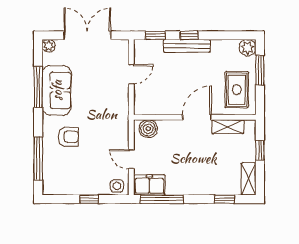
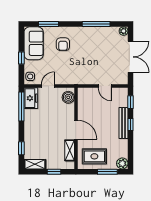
sofa: (57, 90) -> (34, 43), moved, turned -90
window: (38, 158) -> (49, 24), width x0.69

